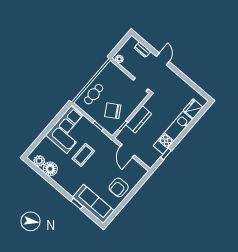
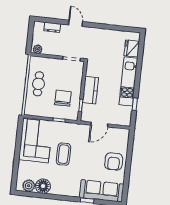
cafe table: (94, 94) -> (38, 84), moved
chair: (113, 111) -> (63, 98), turned 121
door: (127, 151) -> (99, 124), hinge flipped

